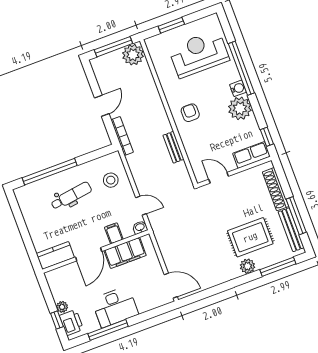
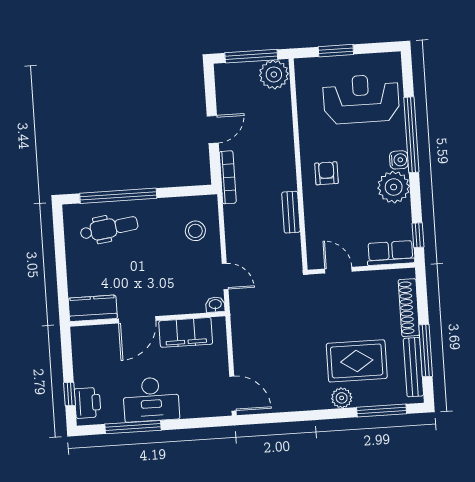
dental chair: (71, 196) -> (109, 228), moved
filing cabinet: (114, 233) -> (179, 302), removed
plant: (62, 307) -> (81, 379), removed

